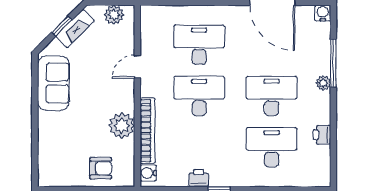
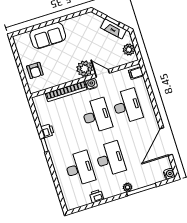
filing cabinet: (153, 15) -> (136, 73), added
sofa: (53, 83) -> (48, 35), moved
plant: (122, 126) -> (85, 69), moved
water cooler: (148, 173) -> (92, 84), moved

